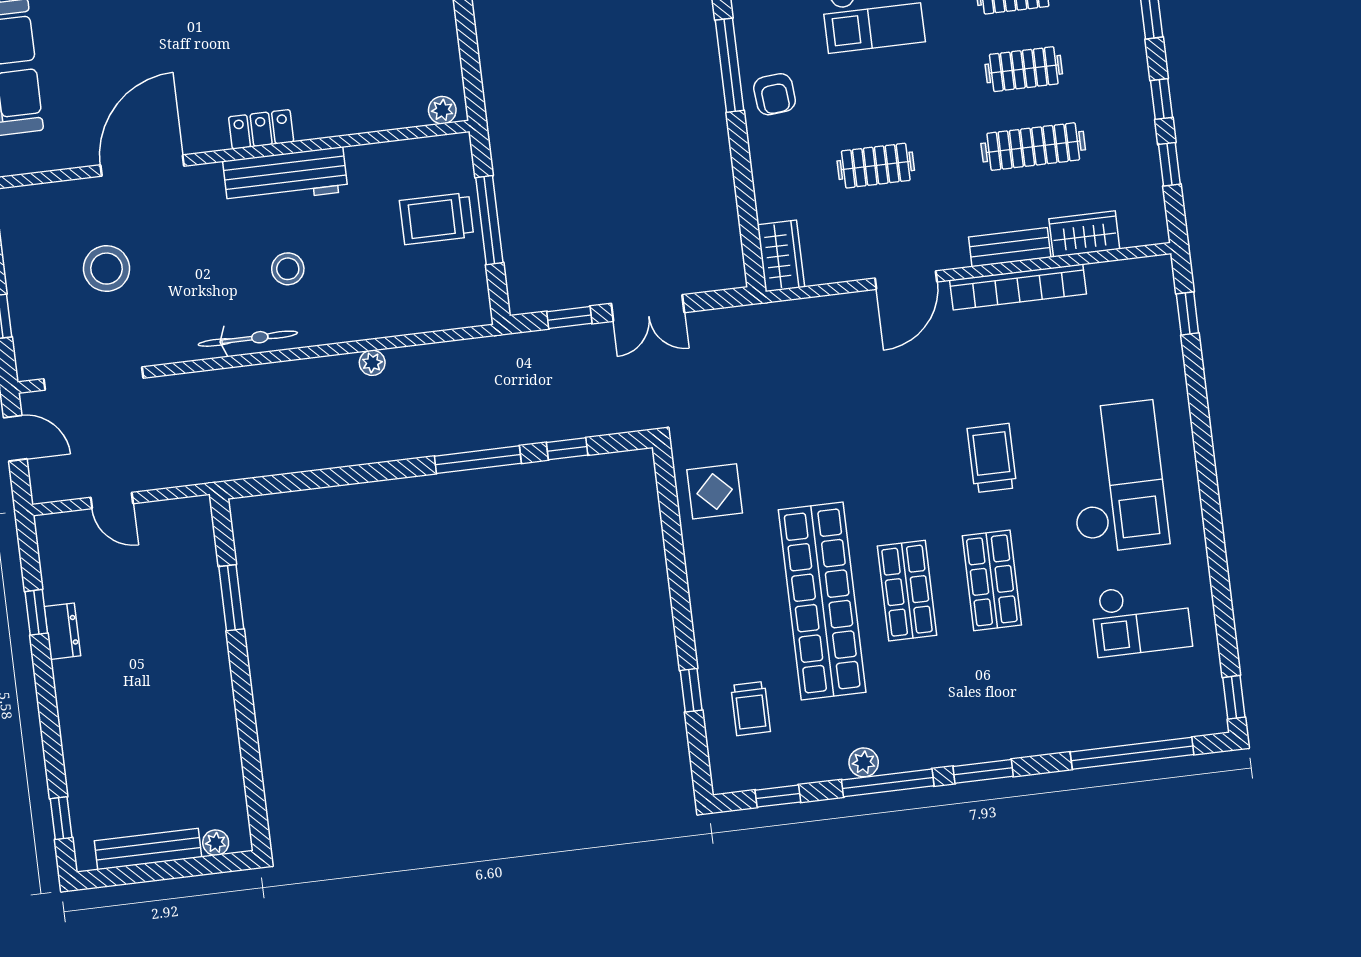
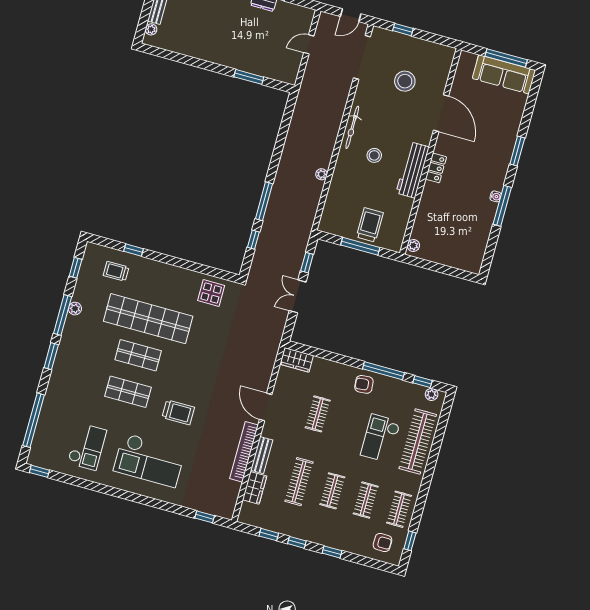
checkout: (1141, 619) -> (87, 447), turned 180

